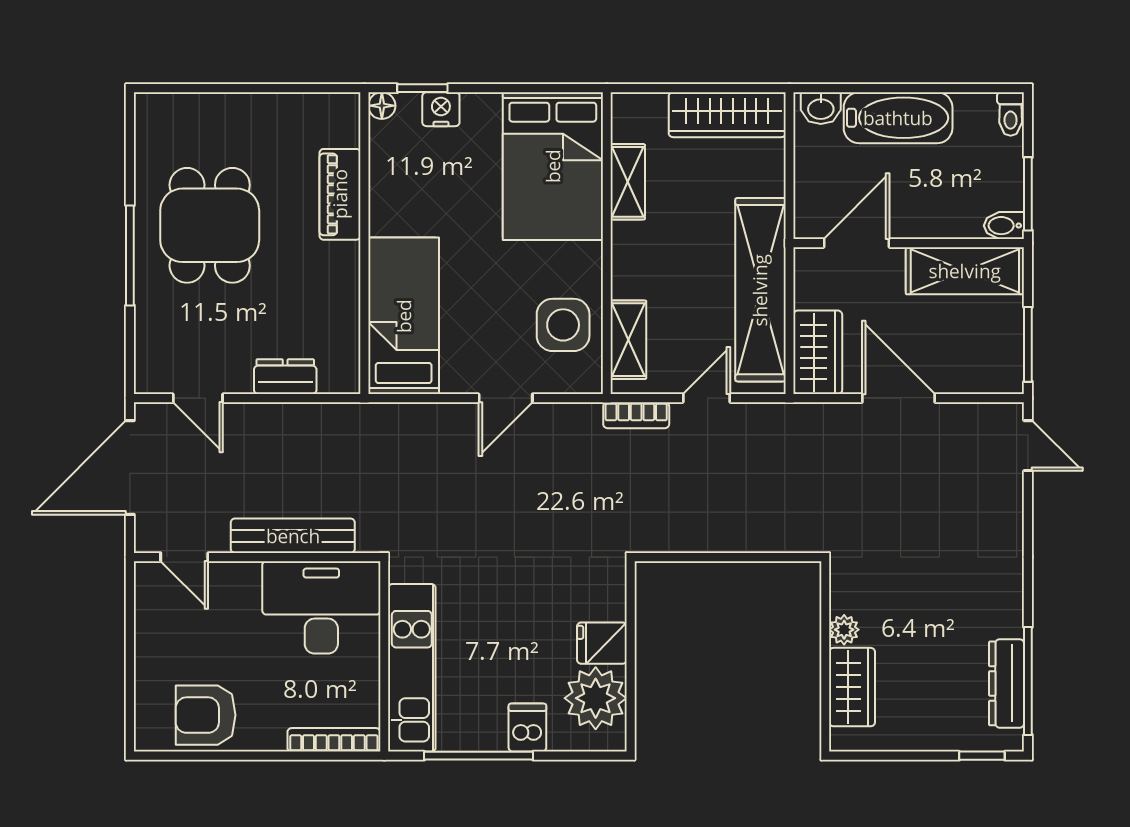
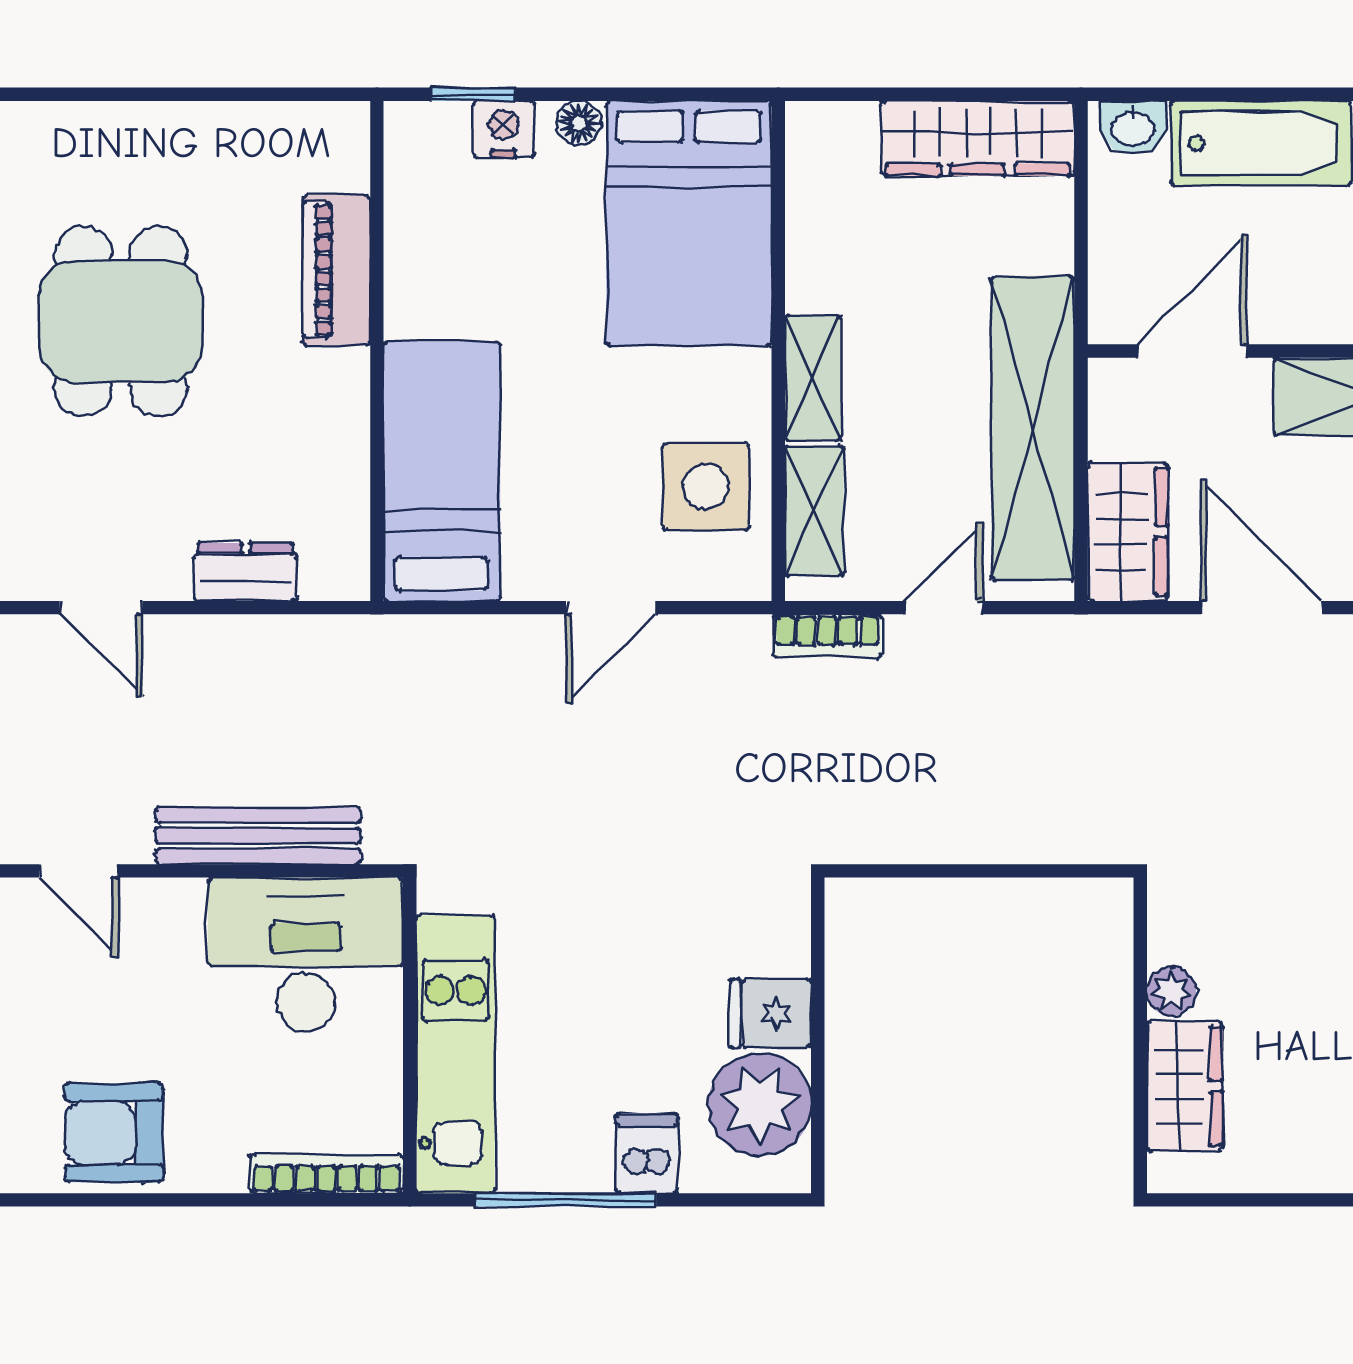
floor lamp: (382, 106) -> (579, 123), moved
shelving: (628, 182) -> (813, 378), moved

